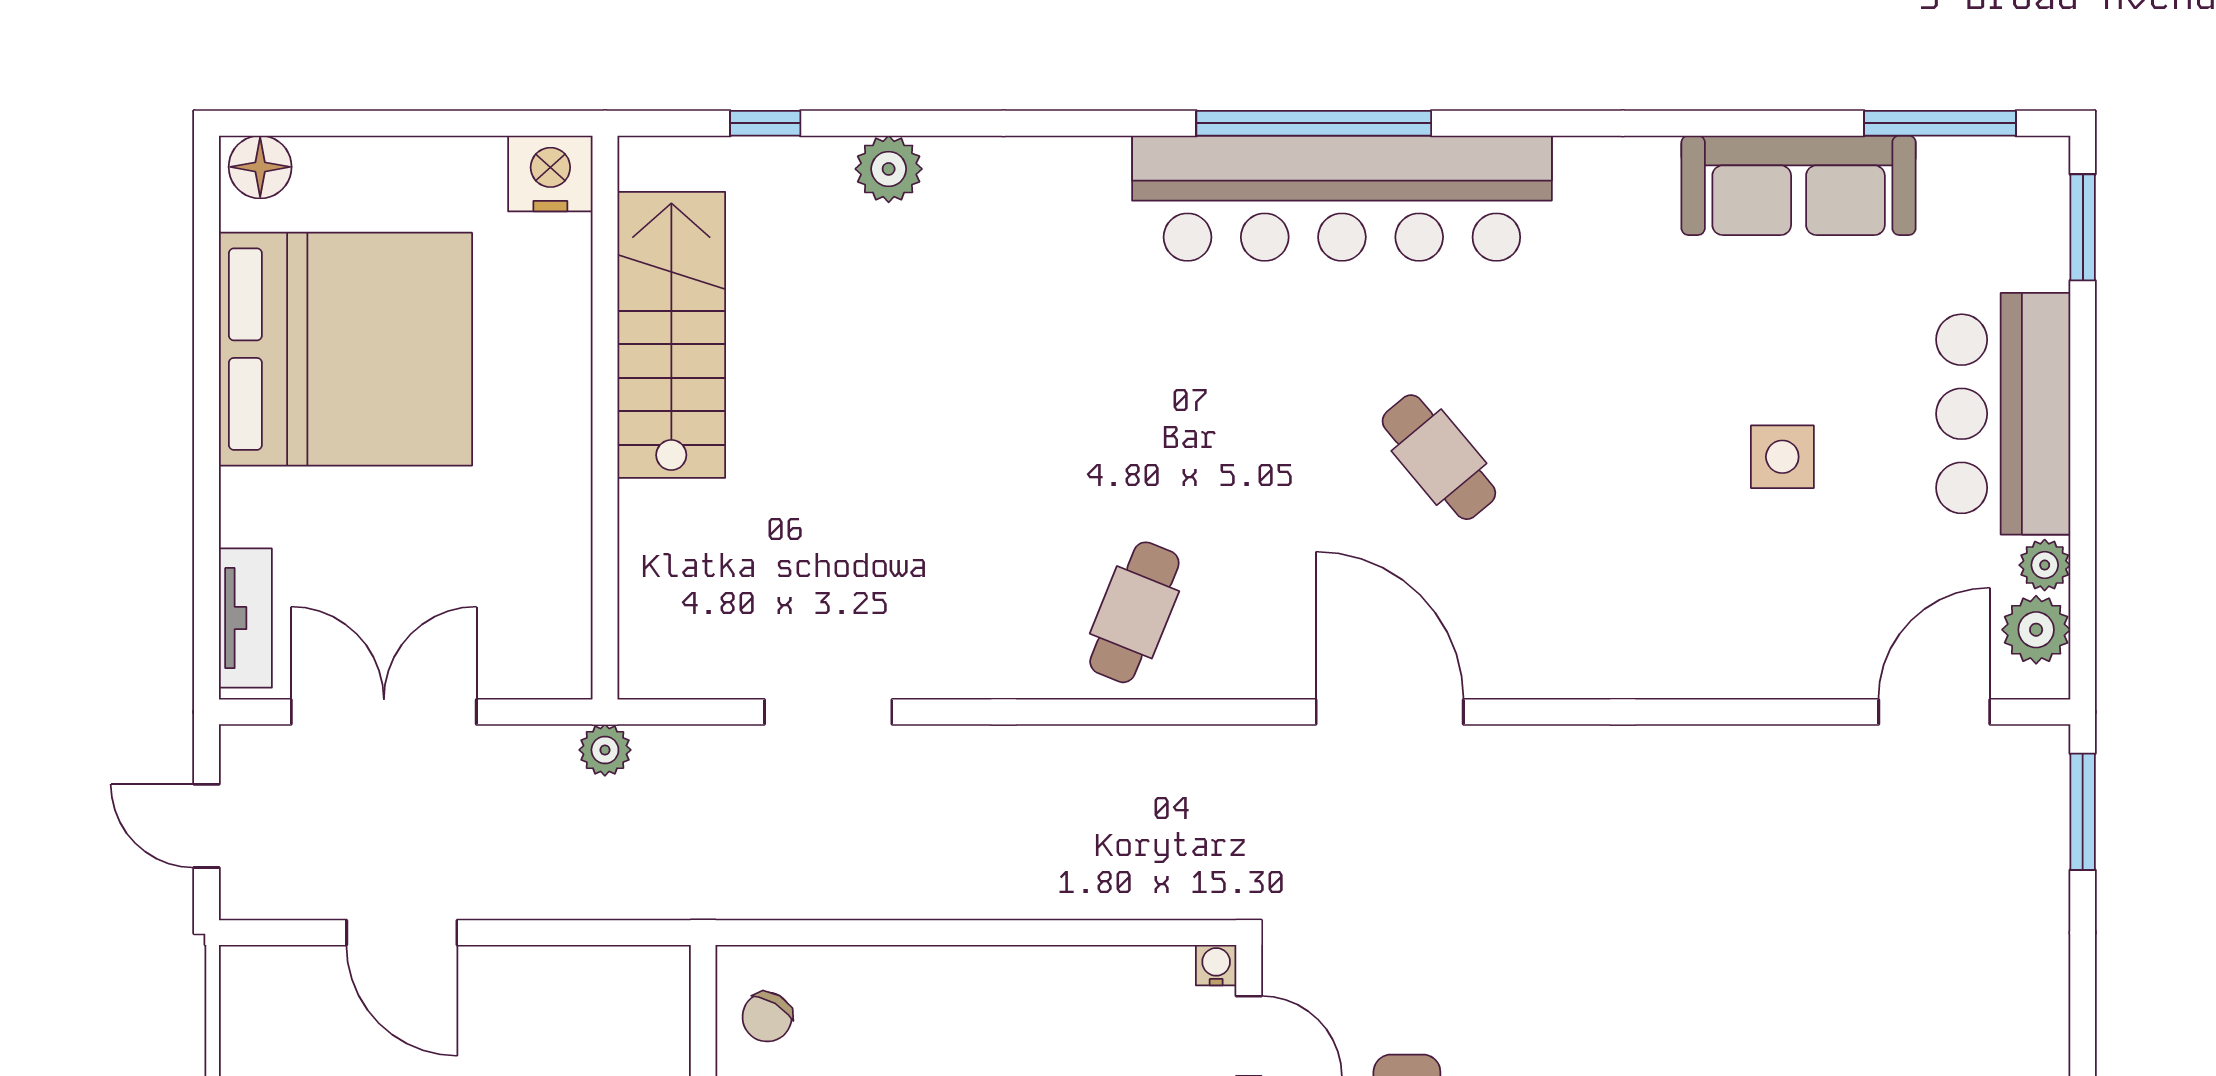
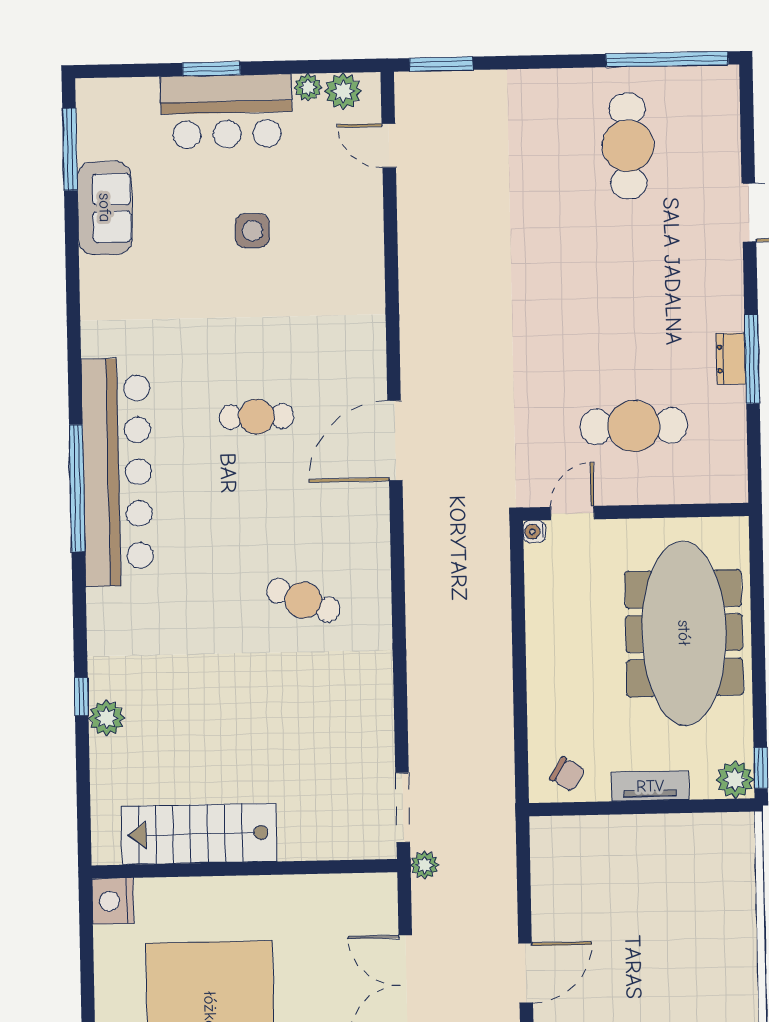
window: (765, 123) -> (81, 697), moved
sofa: (1799, 185) -> (105, 208), width x0.73
window: (2083, 227) -> (211, 69), moved
cafe table: (1439, 457) -> (256, 417), turned 40
cafe table: (1134, 612) -> (303, 600), moved
doorway: (828, 712) -> (403, 807), moved
door: (1934, 712) -> (389, 145), width x0.73

